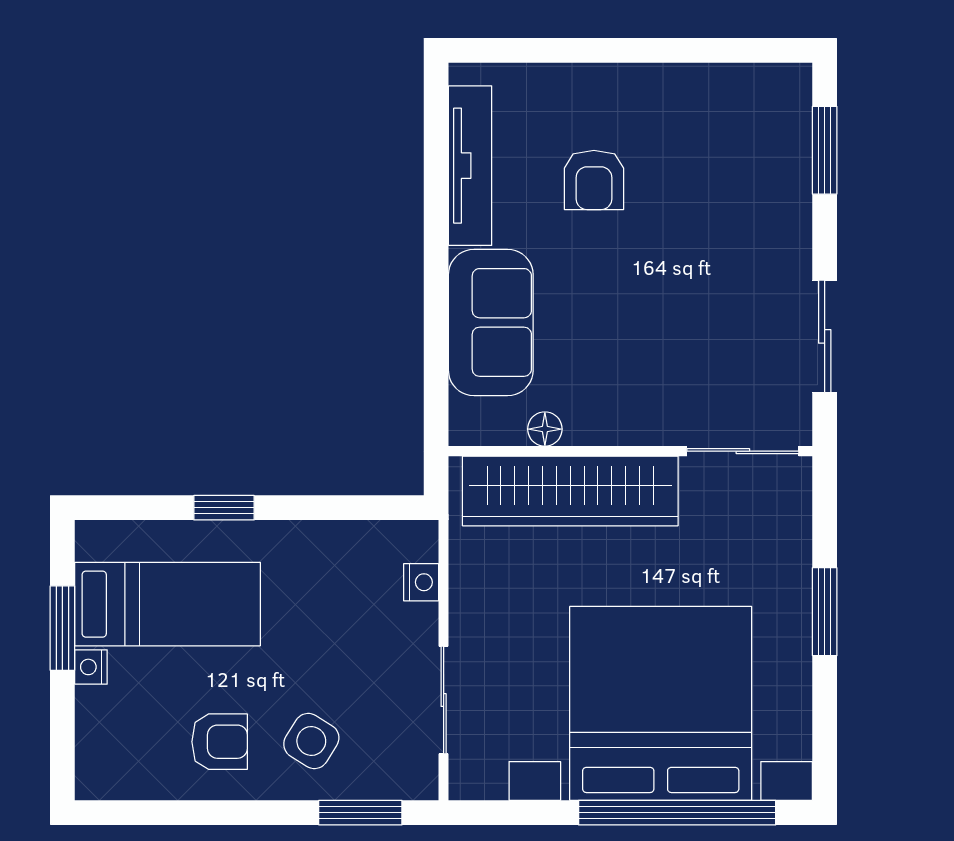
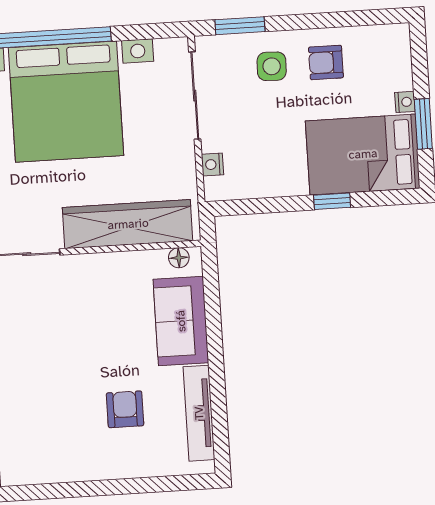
floor lamp: (545, 429) -> (179, 258), moved
bed: (168, 604) -> (363, 154), width x1.50
sliding door: (444, 700) -> (195, 96), width x1.37
side table: (311, 741) -> (272, 66), turned -30

